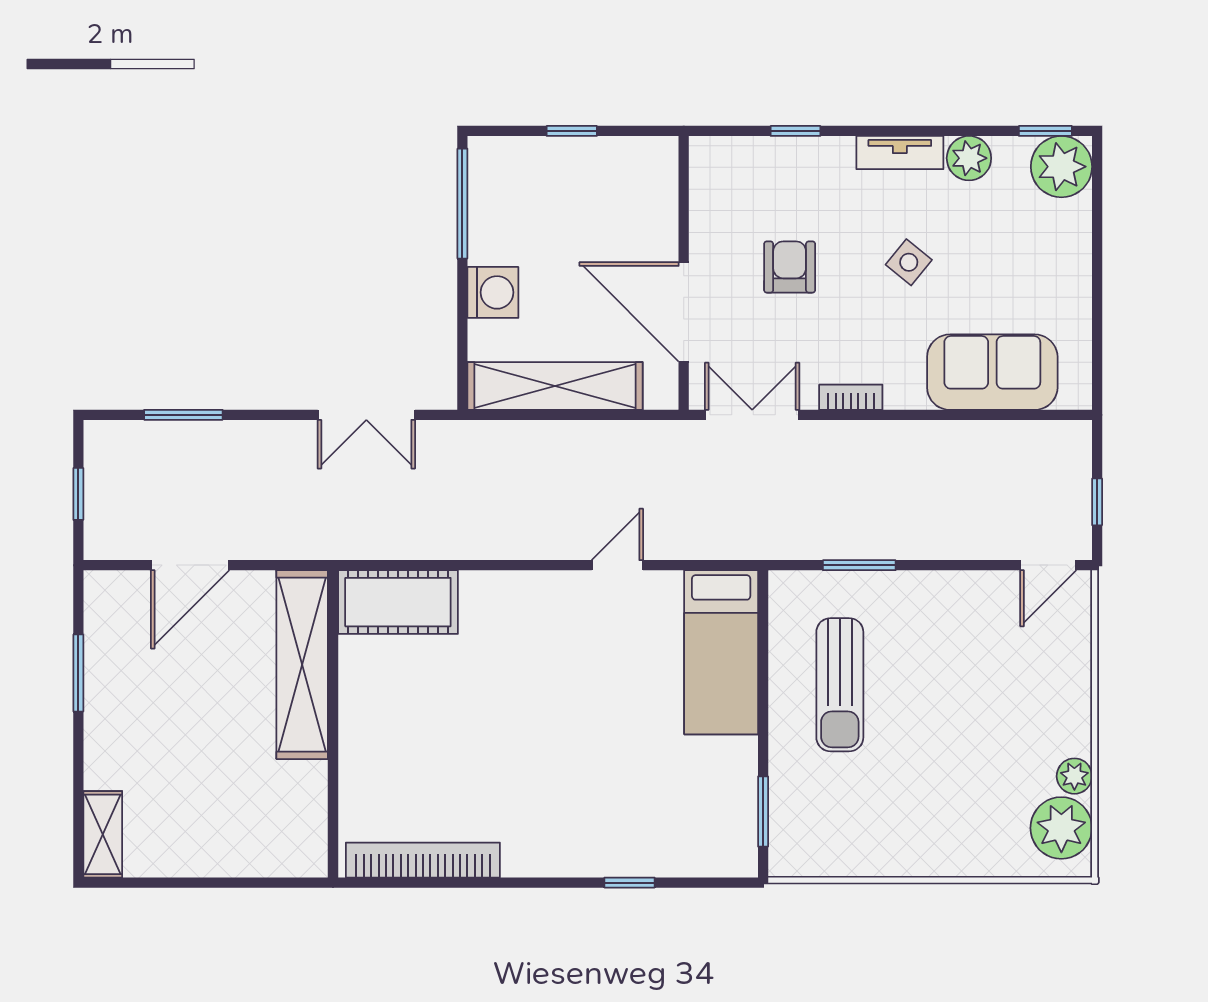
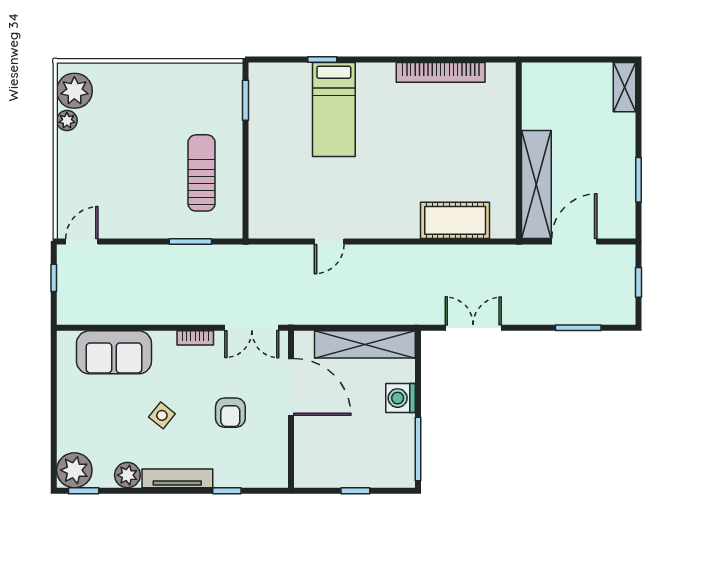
tv unit: (900, 153) -> (177, 478), width x1.41
bed: (721, 652) -> (334, 109), moved, turned 180
shelving: (302, 665) -> (536, 184), moved
wall: (333, 724) -> (519, 150), moved

